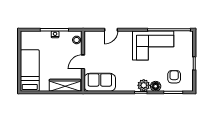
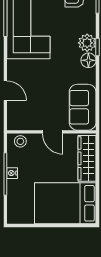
bed: (30, 71) -> (65, 203), width x1.50
floor lamp: (156, 86) -> (88, 60), moved

